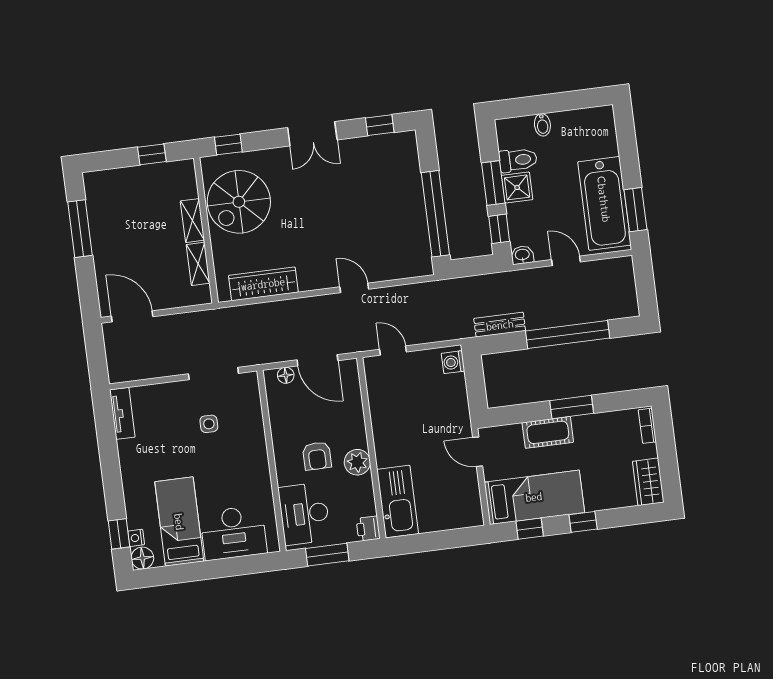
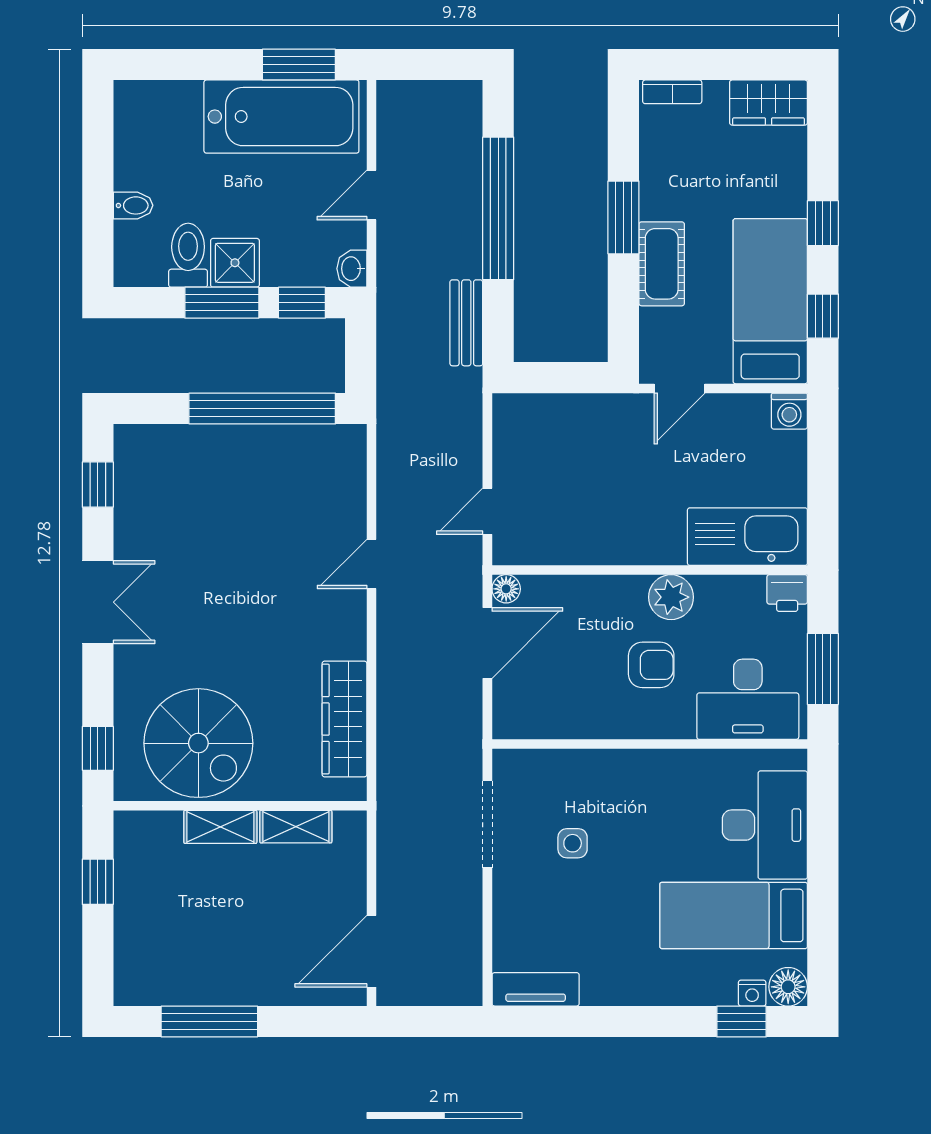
washing machine: (453, 362) -> (789, 411), moved
floor lamp: (286, 375) -> (506, 589), moved

